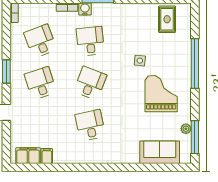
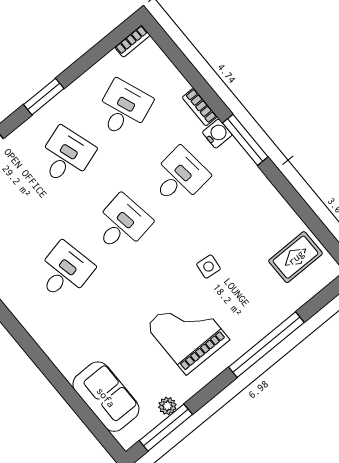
desk: (90, 83) -> (122, 224), turned -30
grand piano: (161, 94) -> (188, 333), turned -90

